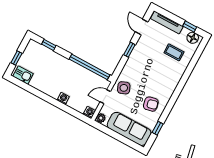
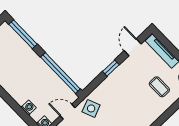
window: (49, 45) -> (23, 34), width x2.17
washing machine: (63, 98) -> (29, 108), moved

